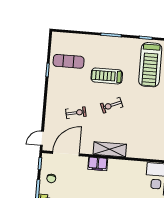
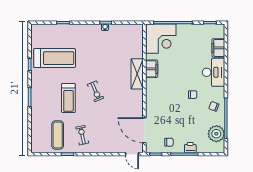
exercise bike: (76, 113) -> (82, 135), moved
shelving: (110, 149) -> (137, 74), moved
filing cabinet: (98, 164) -> (152, 69), moved

